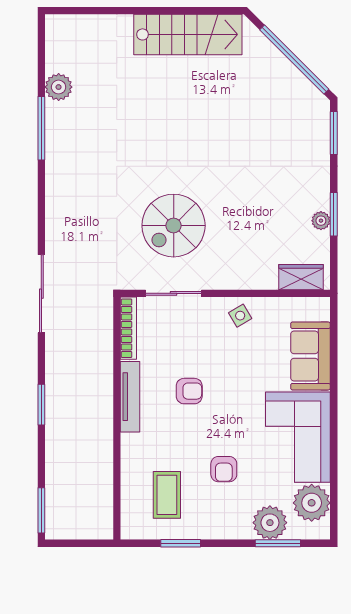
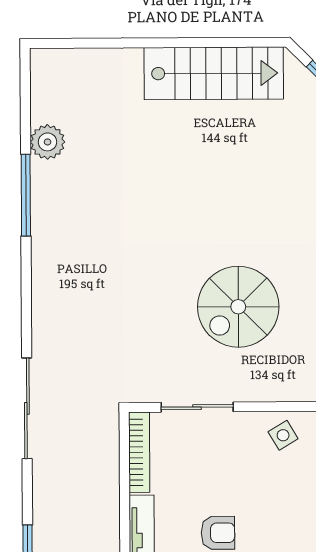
spiral stairs: (174, 226) -> (238, 307), moved

